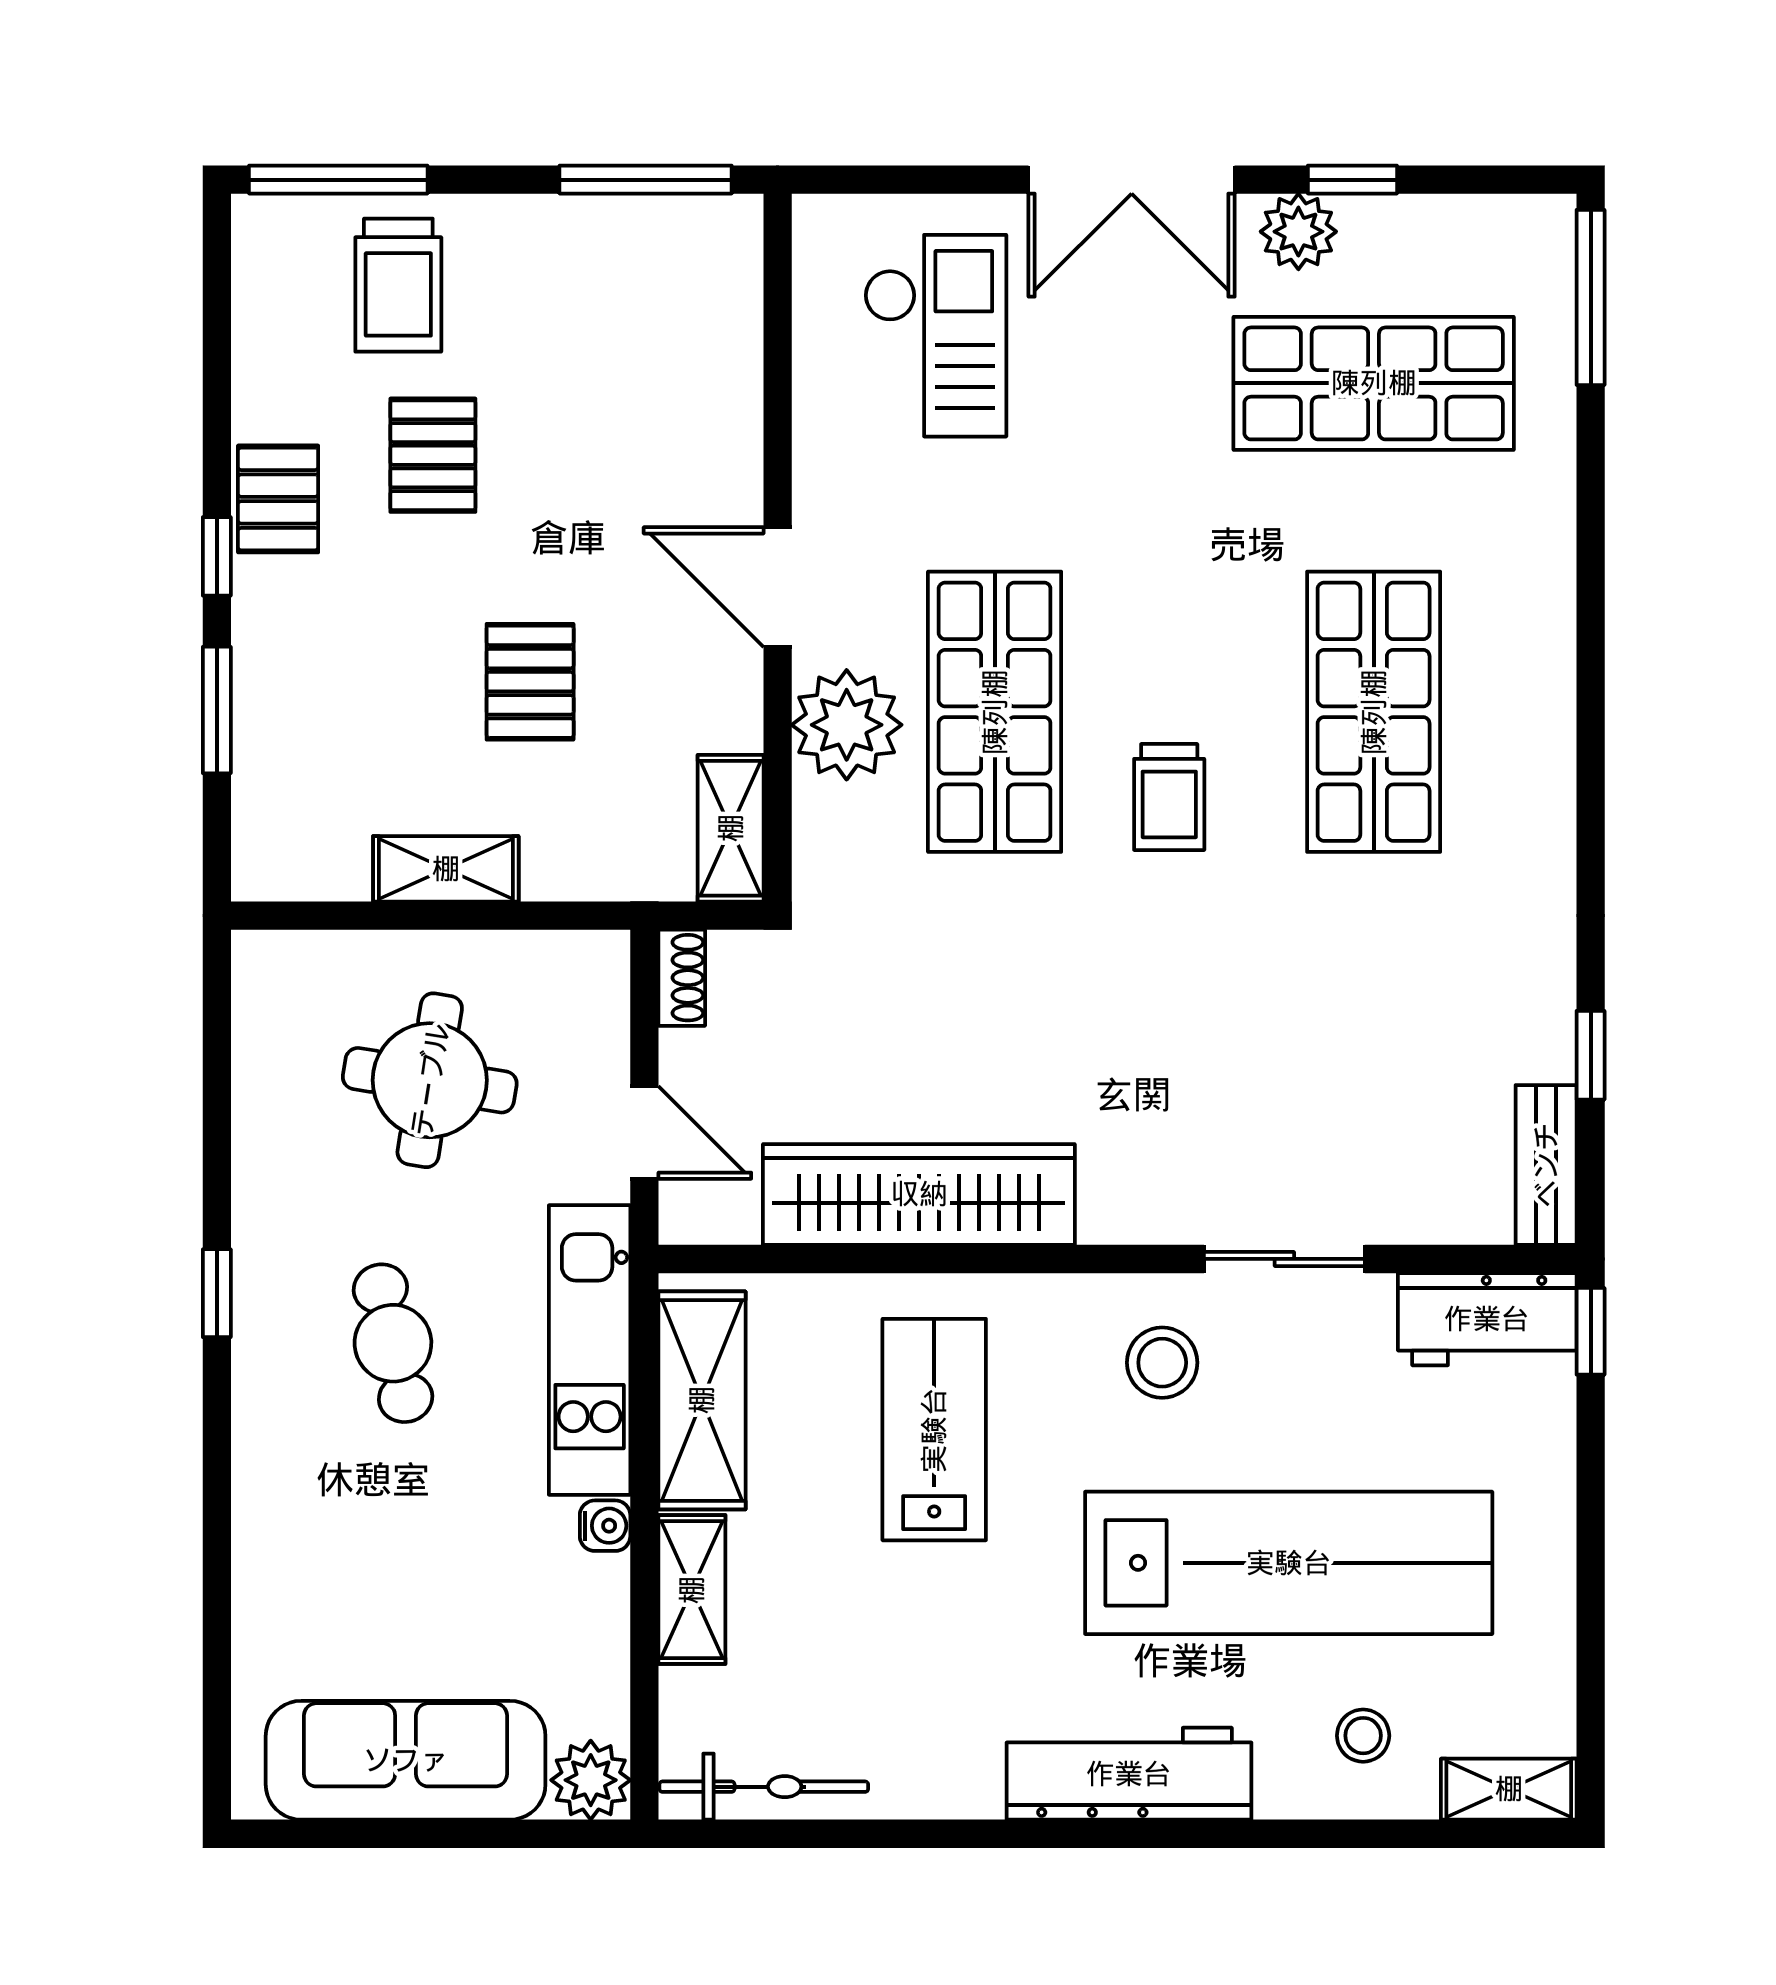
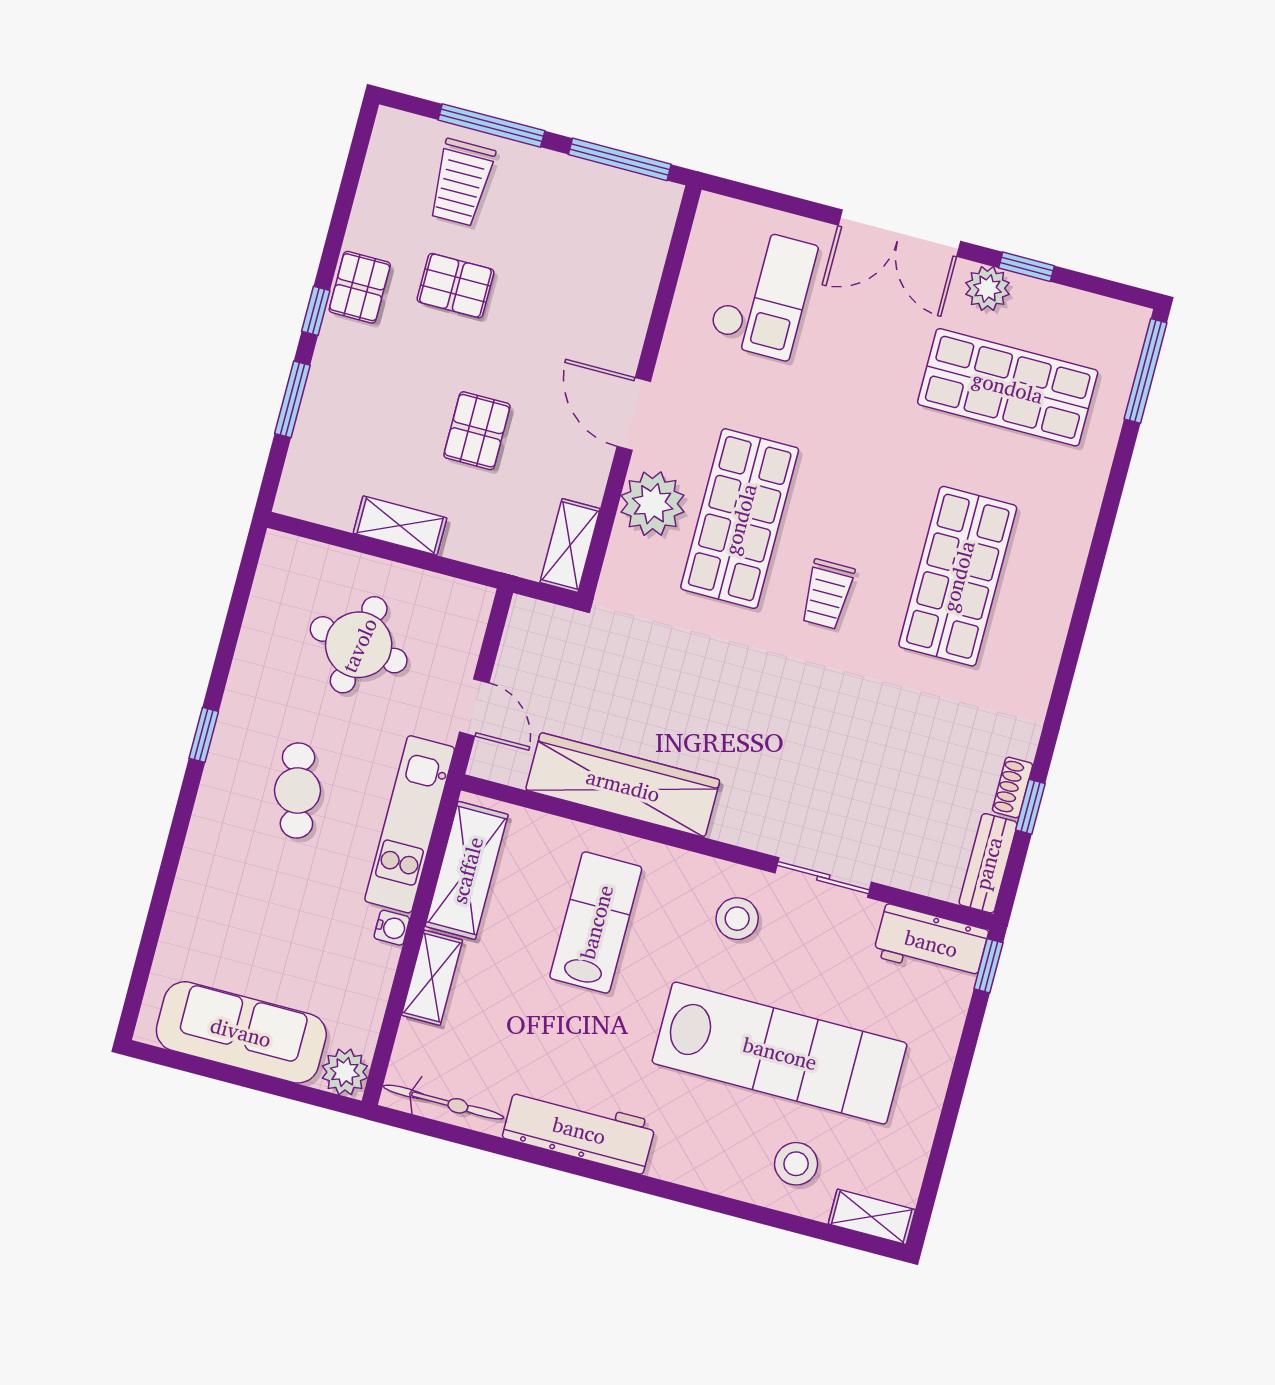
window: (338, 180) -> (491, 125), moved
pallet: (433, 455) -> (455, 286), turned 90
shoe rack: (682, 978) -> (1013, 787), moved, turned 180
stool: (1363, 1736) -> (796, 1164), width x1.37, depth x1.37
workbench: (1129, 1774) -> (579, 1130), moved

